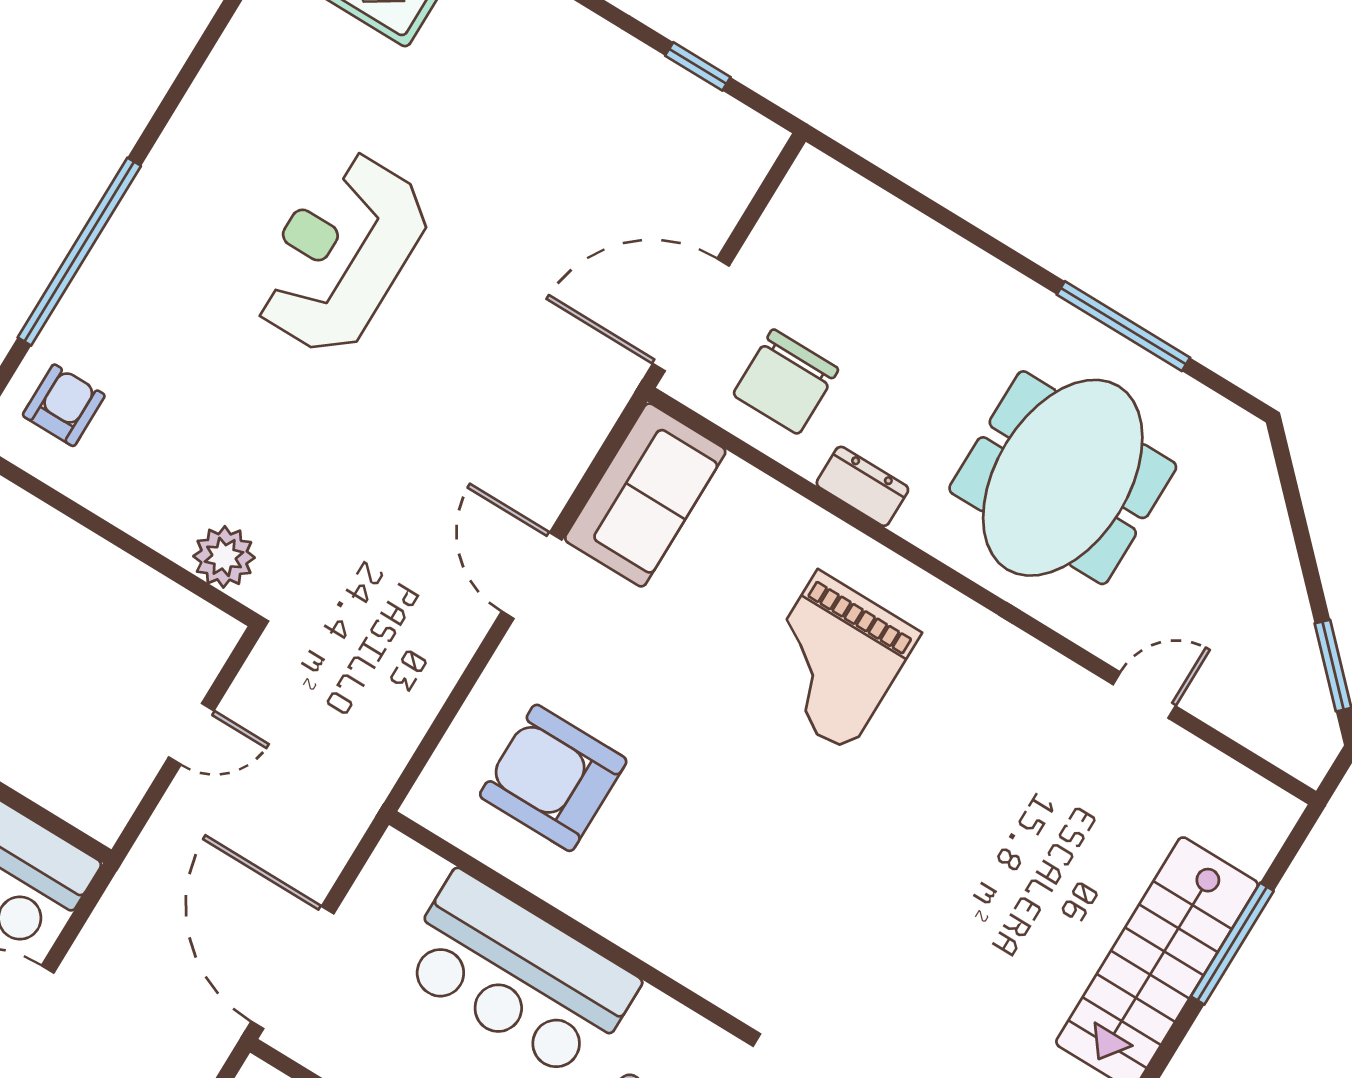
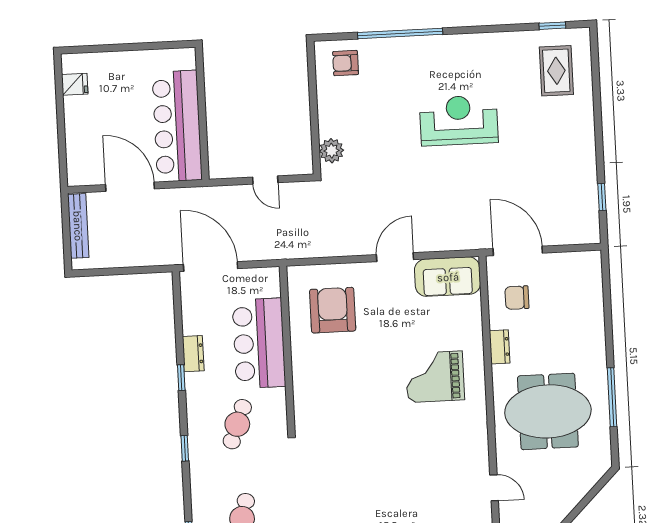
chair: (786, 382) -> (517, 298), width x0.73, depth x0.73
armchair: (64, 405) -> (346, 63), turned 180
door: (292, 968) -> (211, 266), hinge flipped

